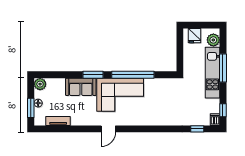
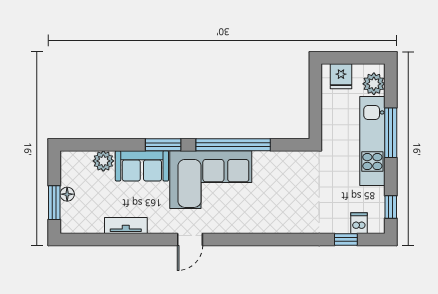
plant: (40, 84) -> (103, 161), moved
dishwasher: (215, 120) -> (359, 223), moved
tv unit: (58, 121) -> (126, 226), moved

